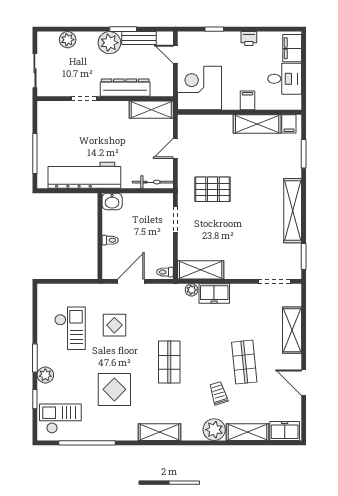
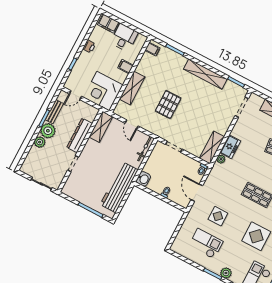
plant: (68, 40) -> (40, 142), moved
shelving: (257, 124) -> (132, 88), moved
pallet: (213, 189) -> (168, 105), moved

